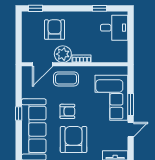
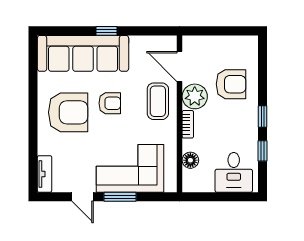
window: (36, 8) -> (263, 116), moved
floor lamp: (106, 57) -> (190, 160), added
armchair: (67, 111) -> (110, 103), turned -90

